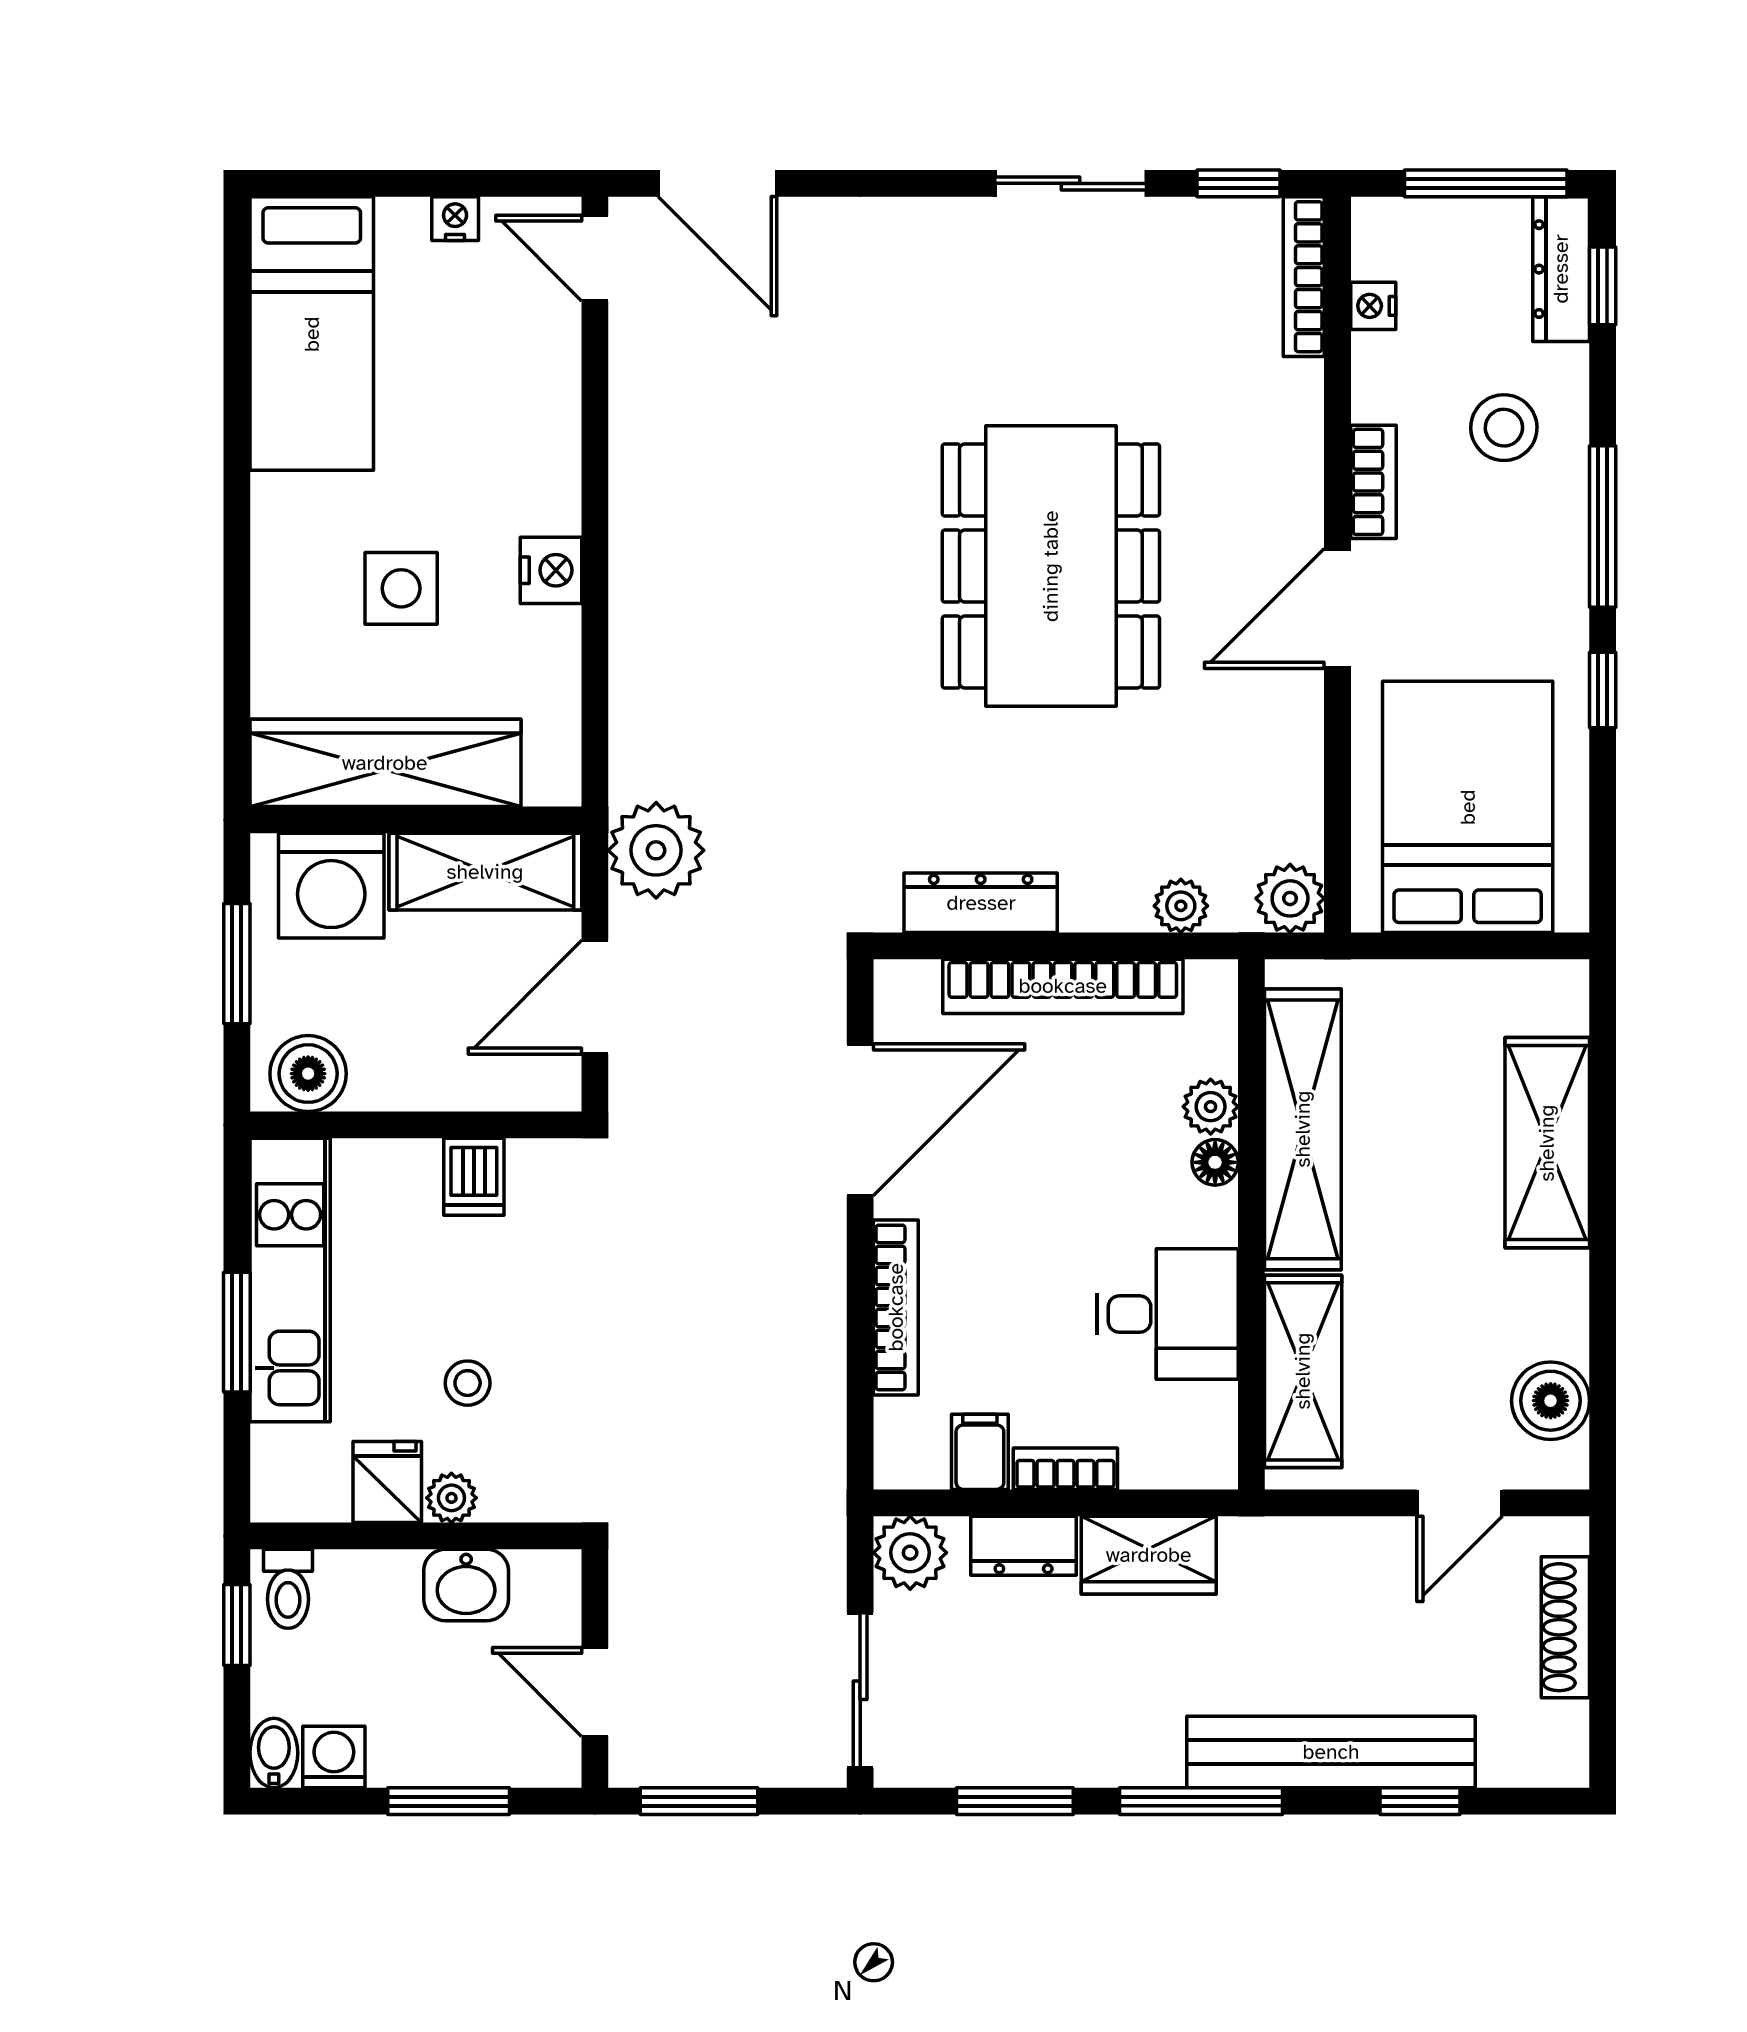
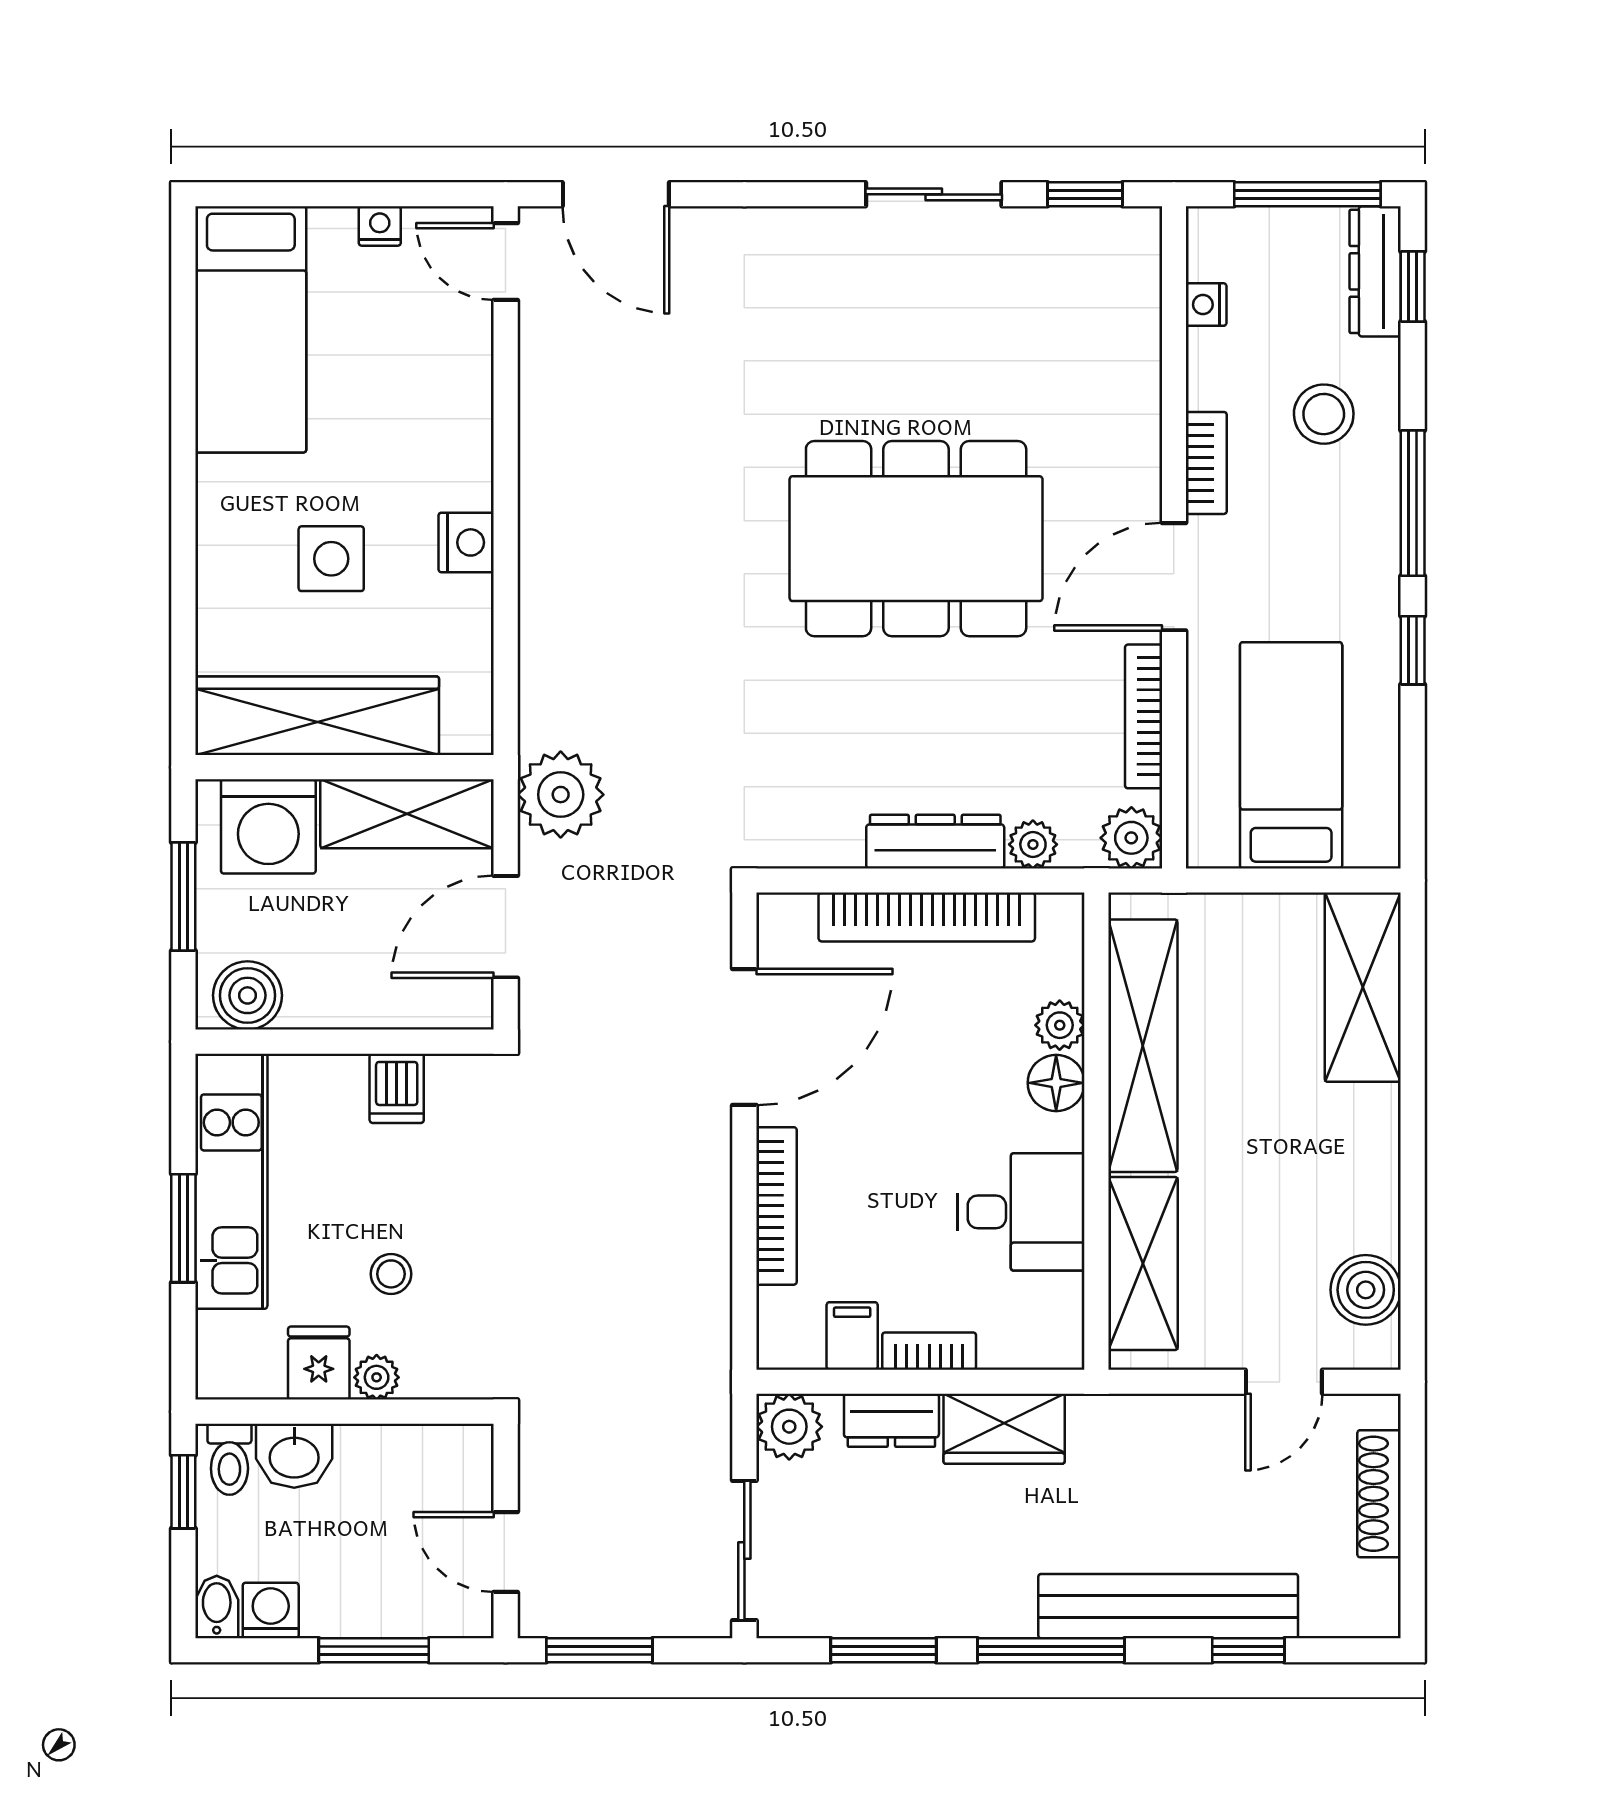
bookcase: (1304, 277) -> (1144, 716), moved
dining table: (1051, 566) -> (916, 539), turned 90
bed: (1468, 807) -> (1291, 755), width x0.67
dresser: (981, 903) -> (935, 842), moved
shelving: (1547, 1143) -> (1363, 987), moved
floor lamp: (1215, 1162) -> (1056, 1083), width x1.37, depth x1.37
washbasin: (466, 1585) -> (294, 1456), moved

